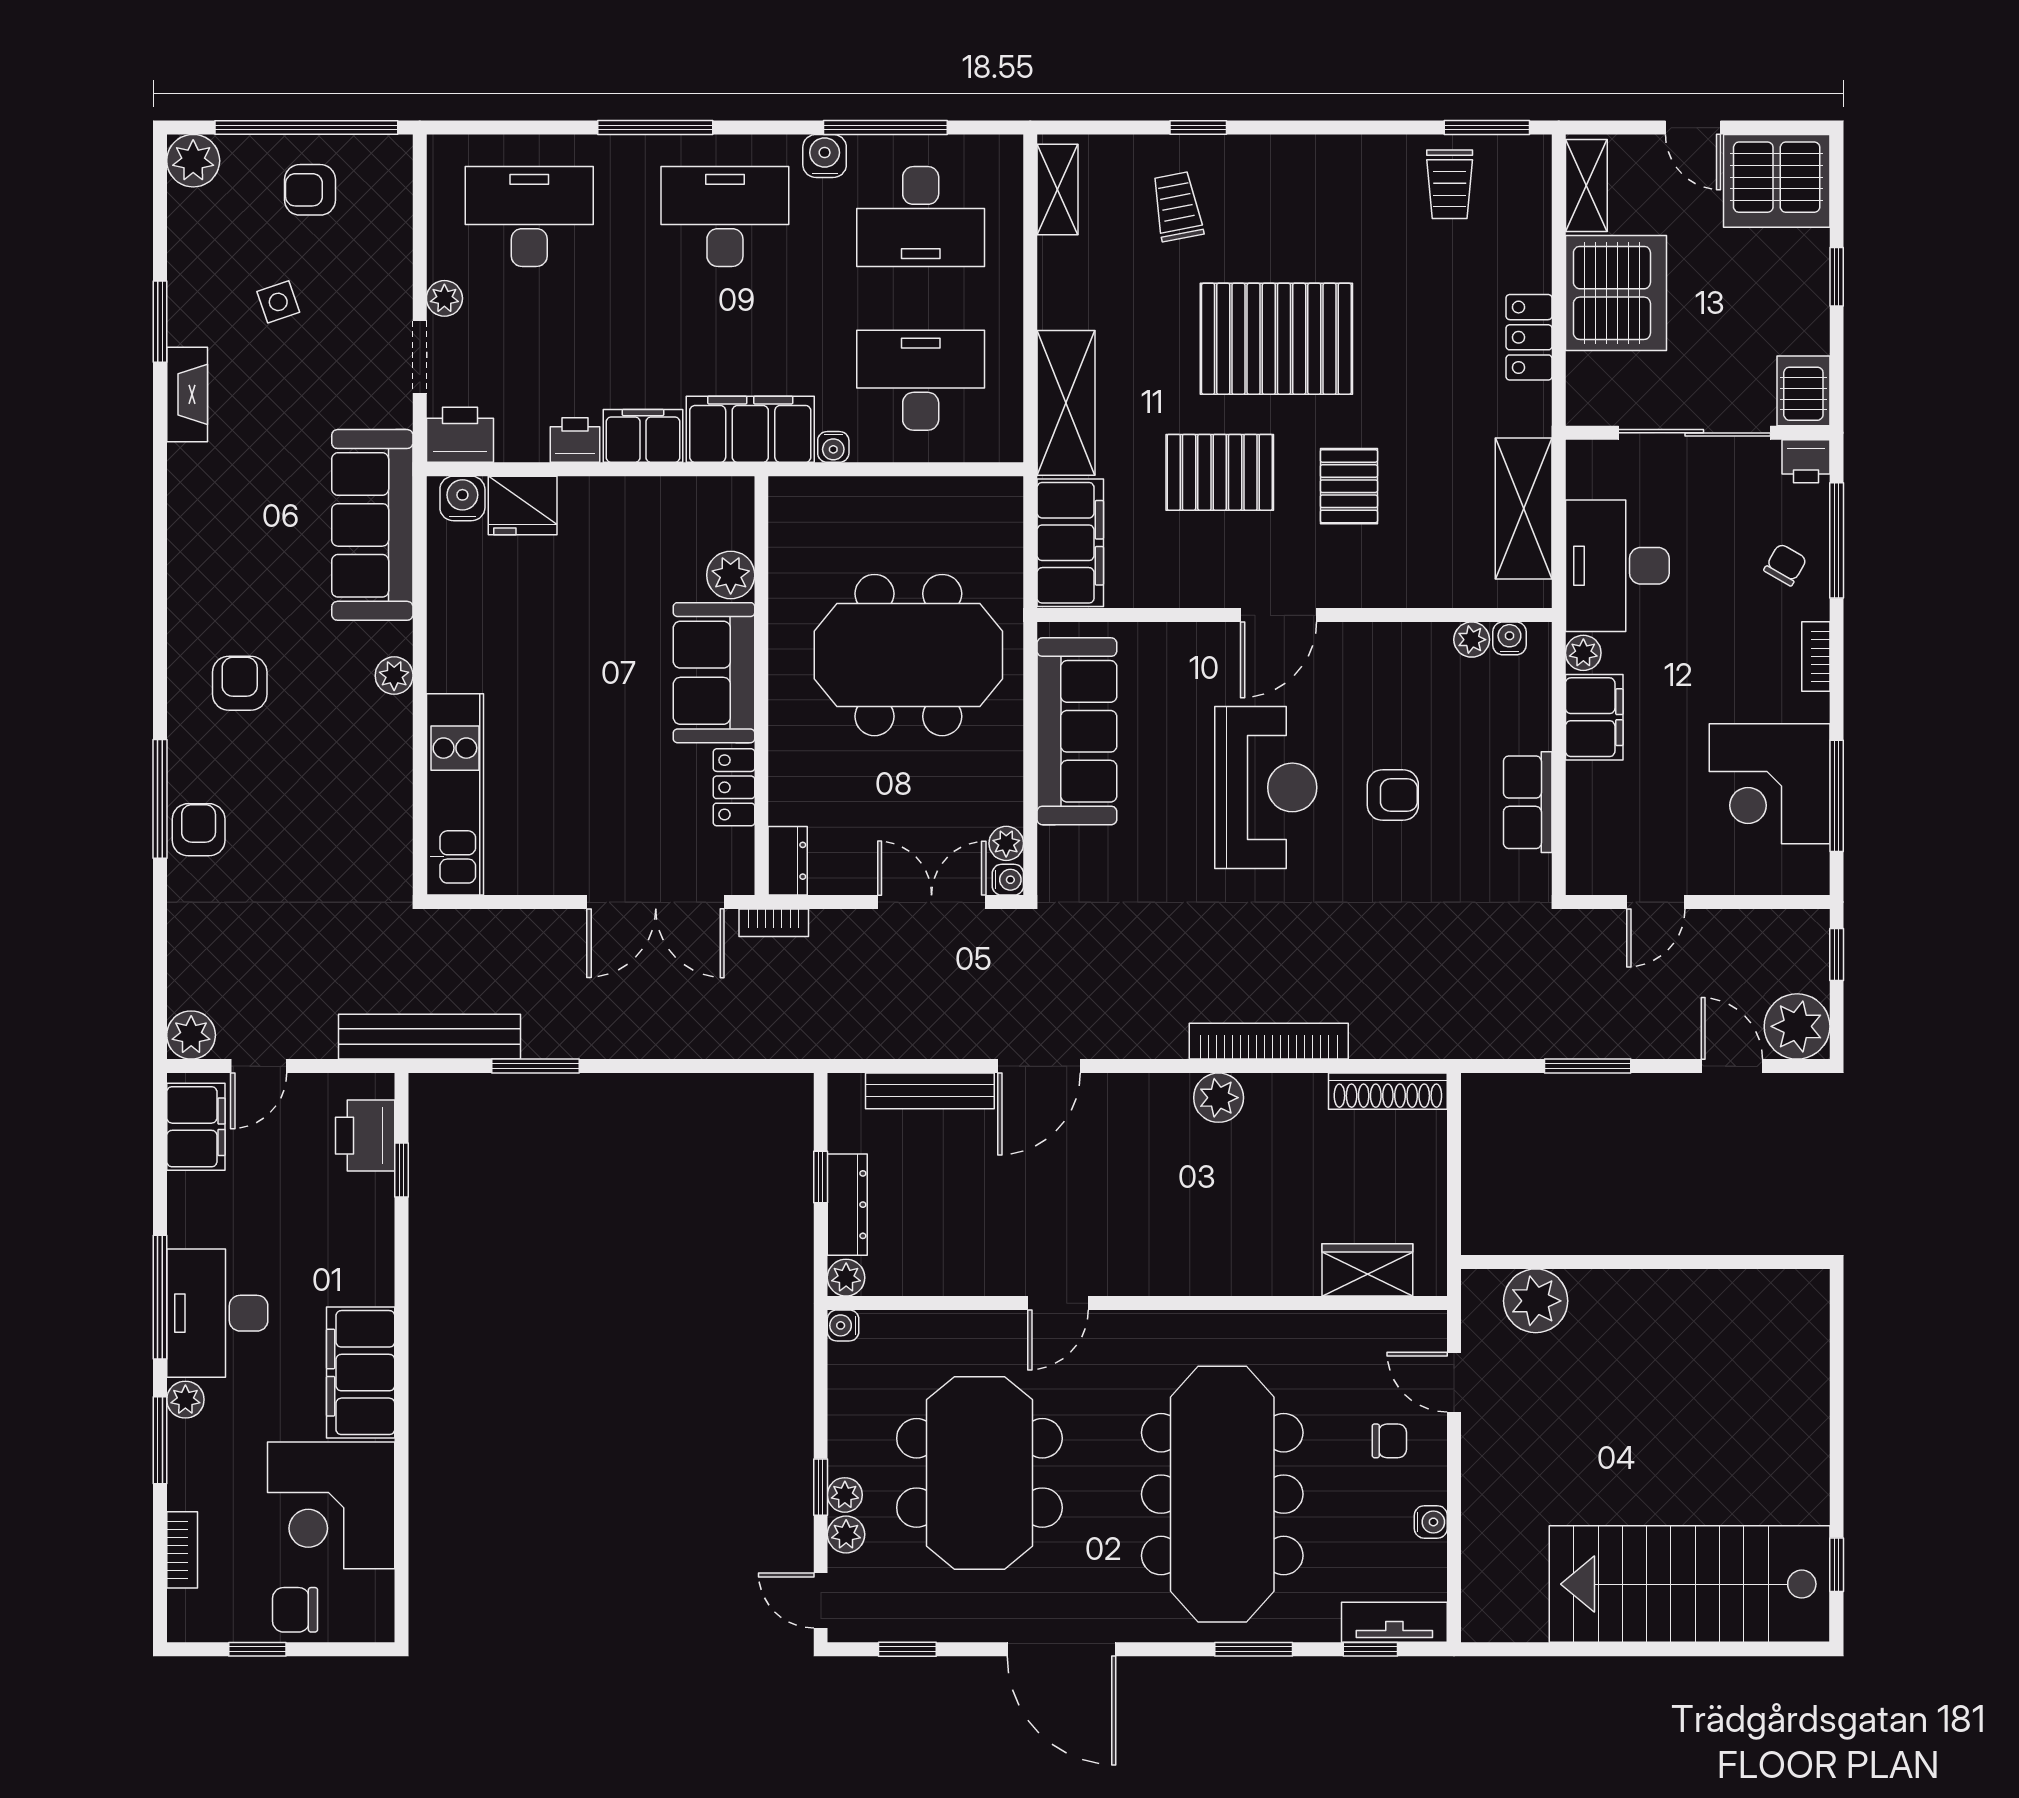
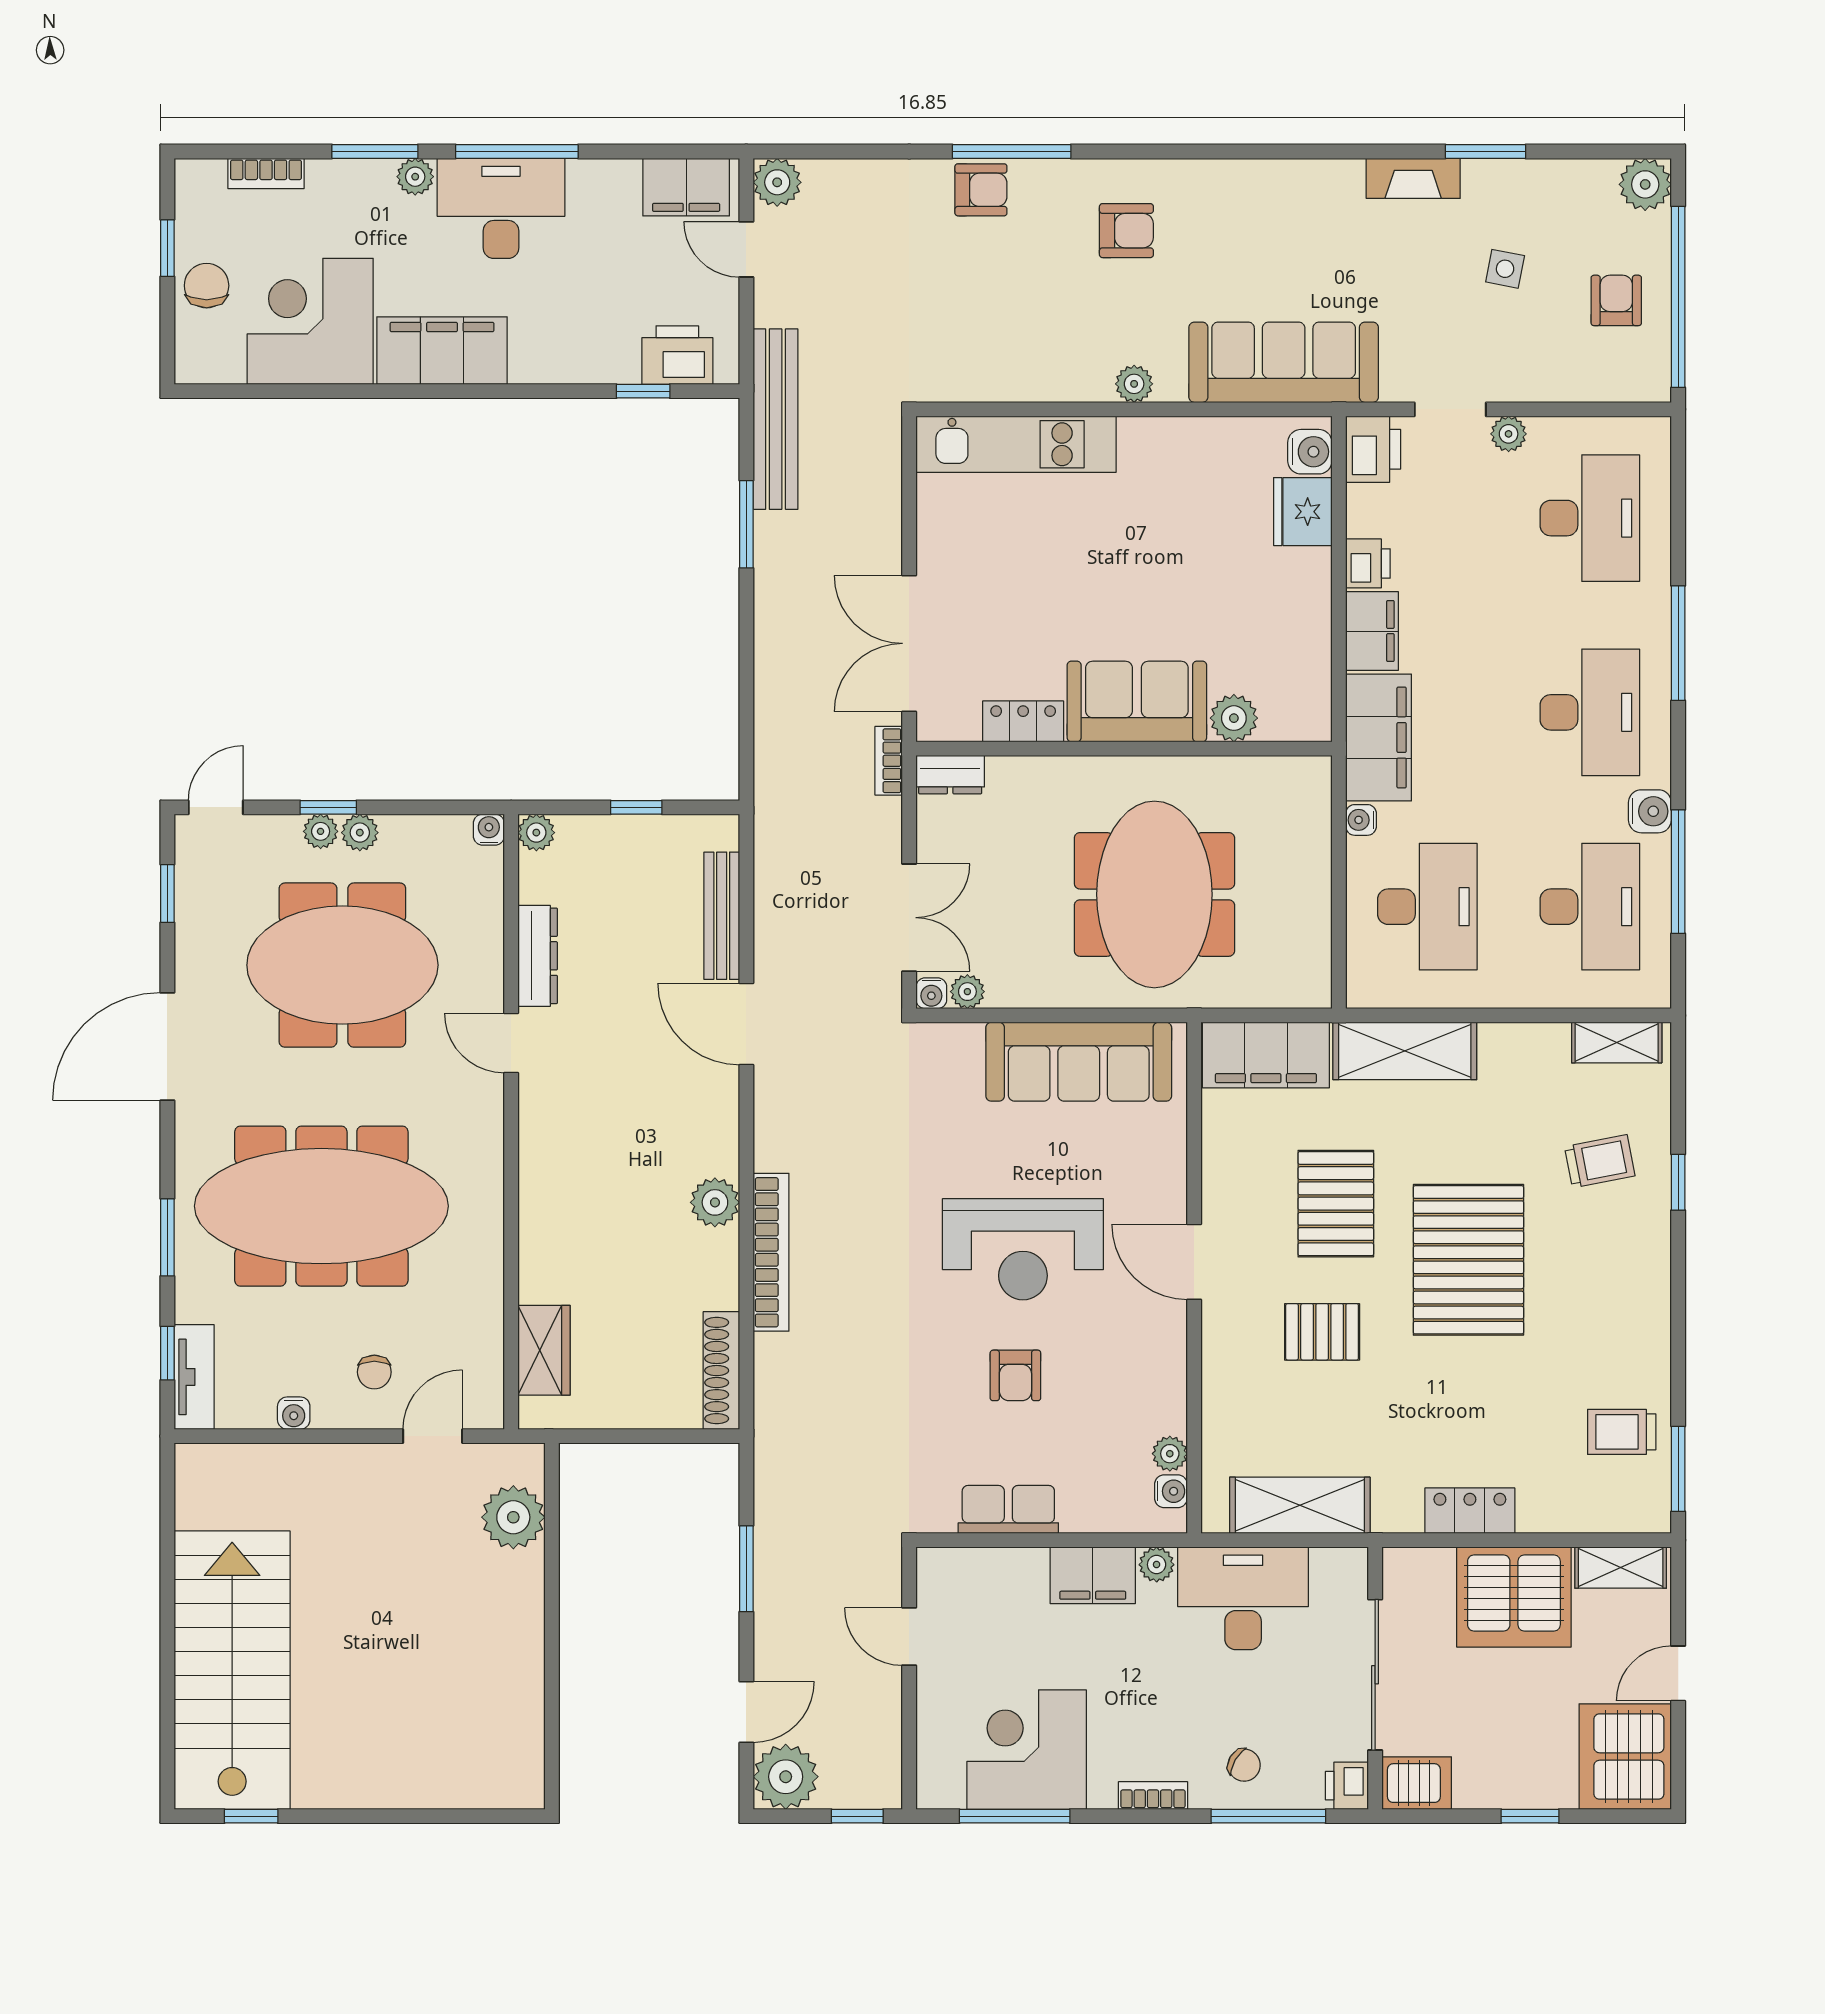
desk: (921, 217) -> (1590, 907), turned 180
side table: (278, 302) -> (1505, 269), turned 30
dresser: (847, 1205) -> (538, 956), moved, turned -90
plant: (846, 1534) -> (360, 833), moved

